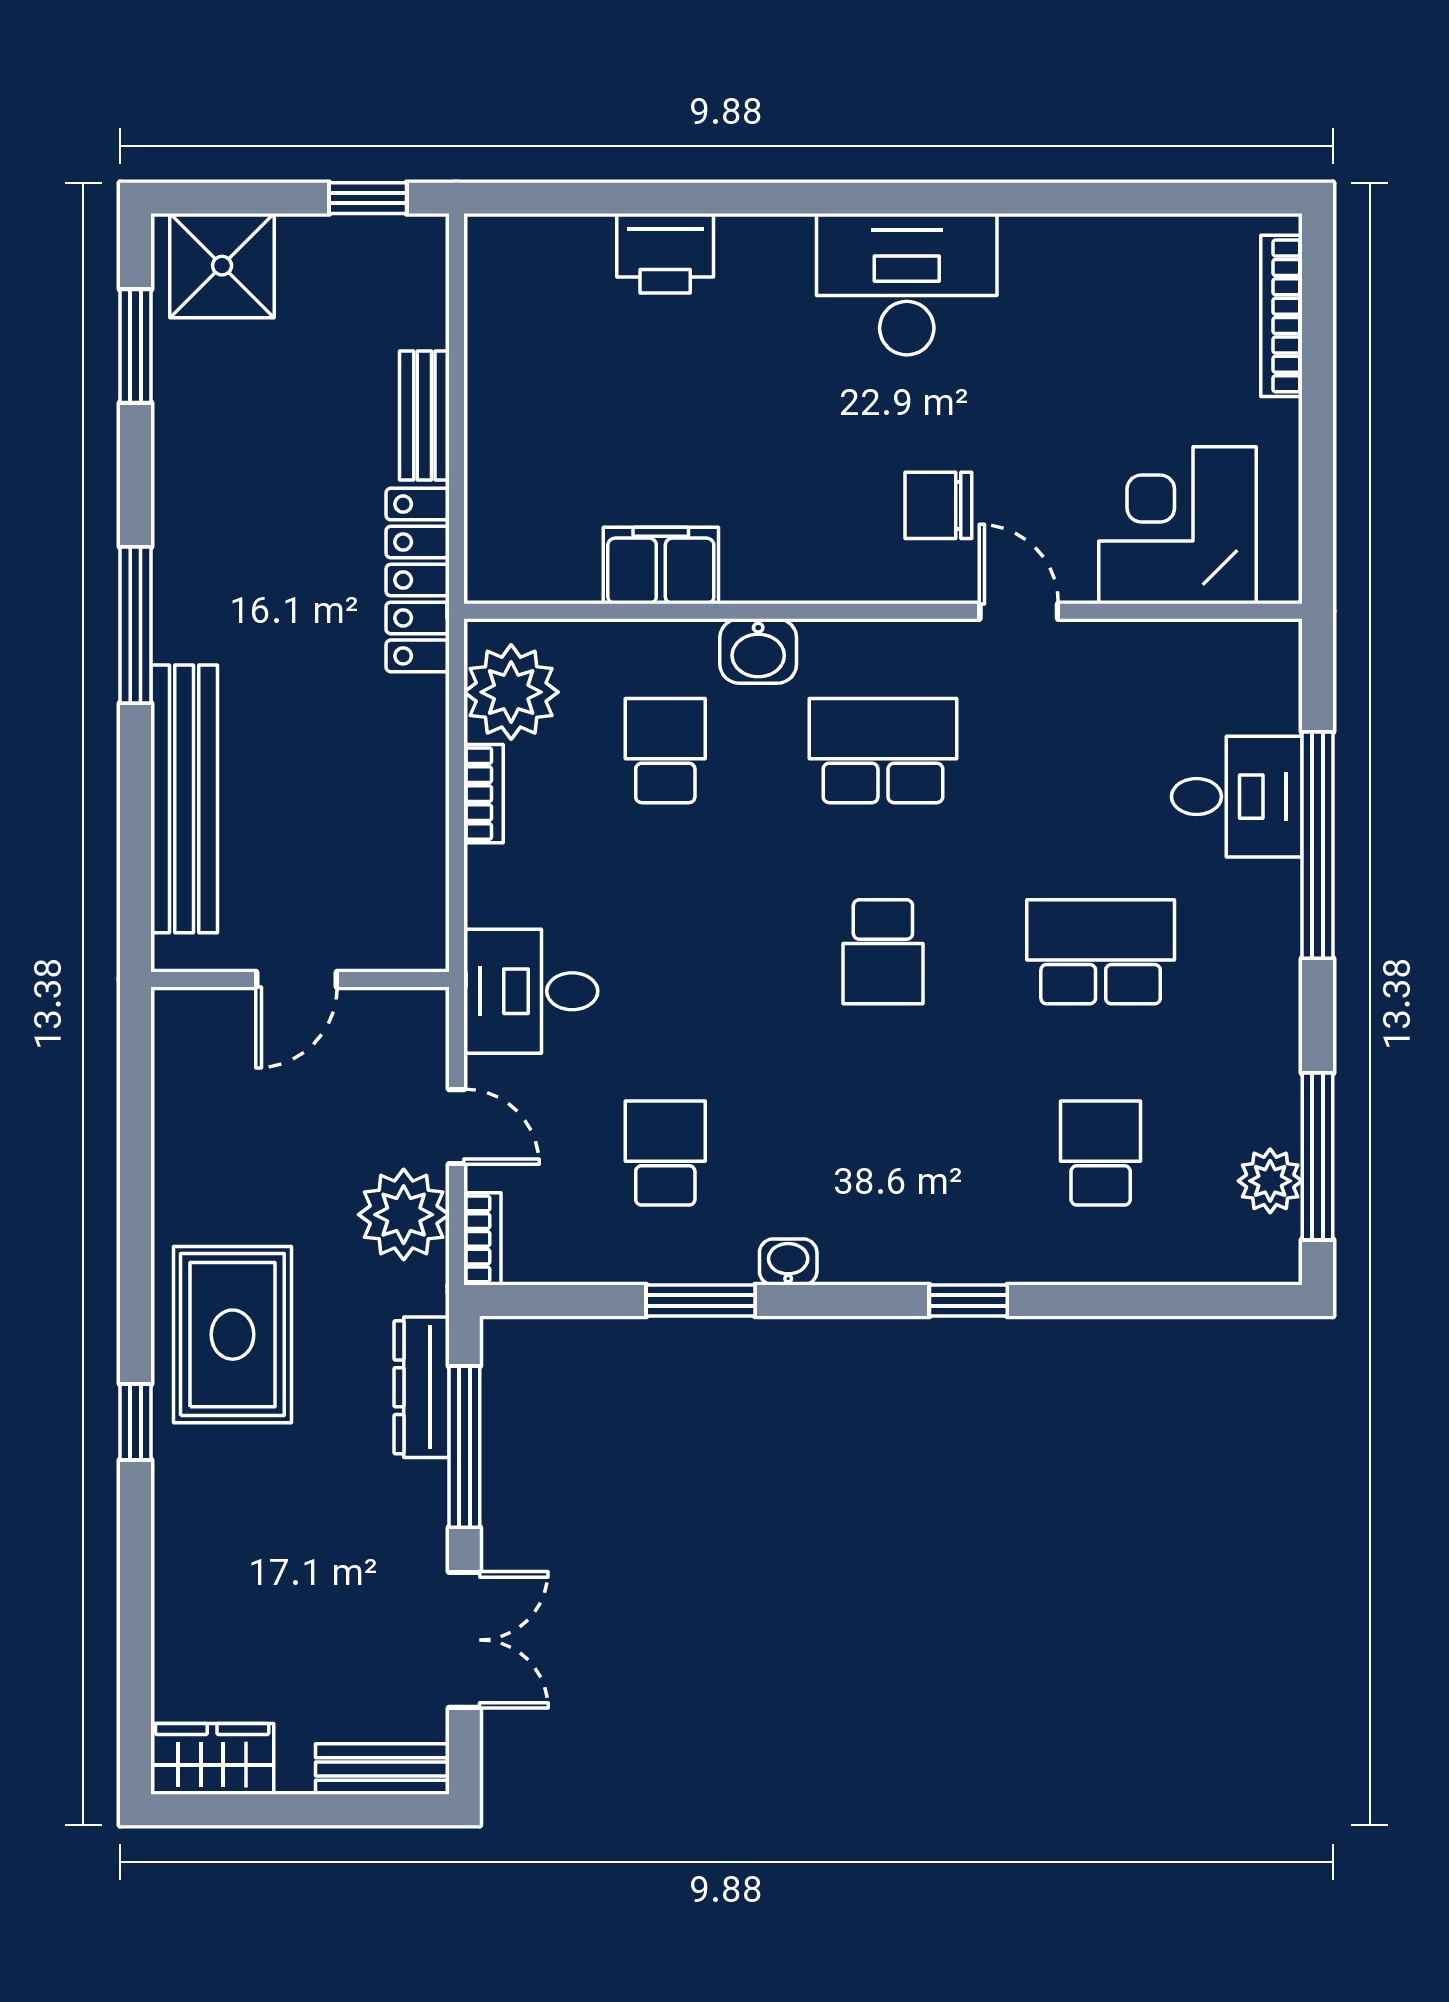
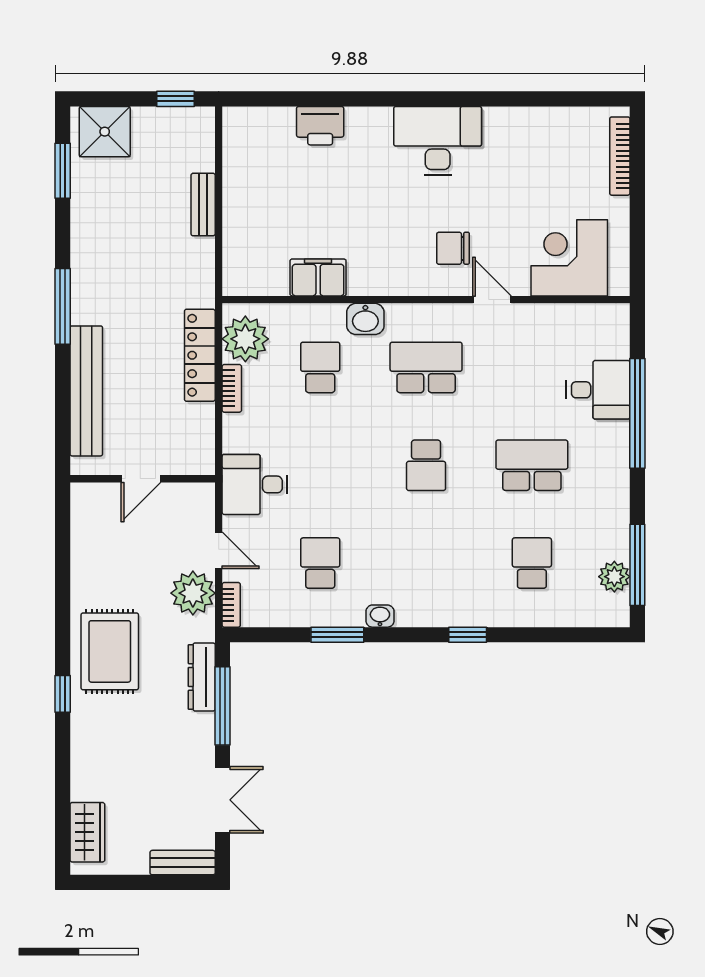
locker: (418, 580) -> (200, 355), moved
wardrobe: (212, 1759) -> (87, 832), moved, turned 90

